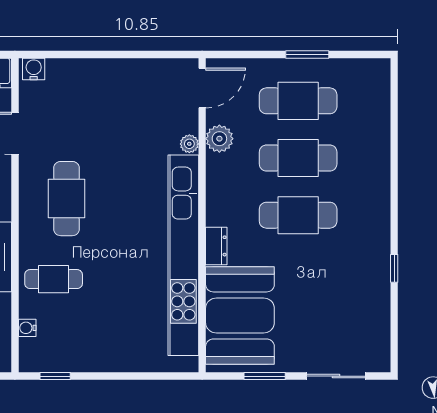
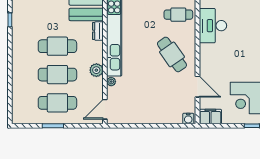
plant: (219, 139) -> (96, 70), moved
cafe table: (67, 199) -> (172, 54), turned -35

